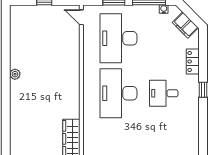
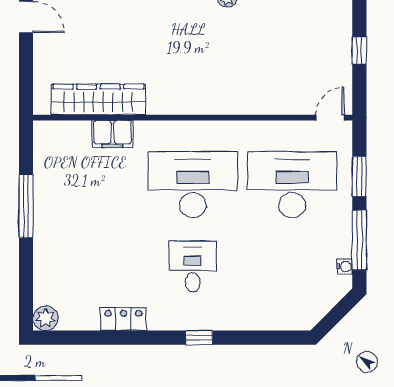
filing cabinet: (185, 25) -> (112, 134), moved, turned -135
locker: (193, 61) -> (123, 319), moved

